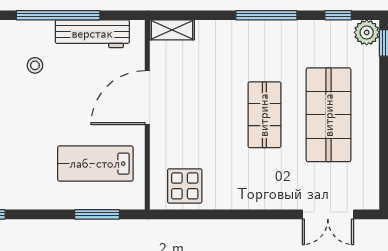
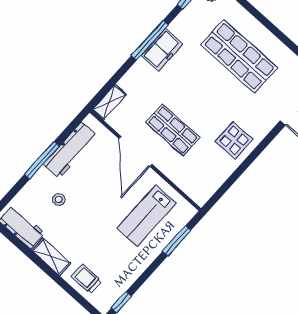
window: (58, 15) -> (42, 160), width x0.68
freezer: (268, 35) -> (162, 50), added
shop shelf: (264, 115) -> (173, 130), moved
display table: (185, 186) -> (234, 140), moved

